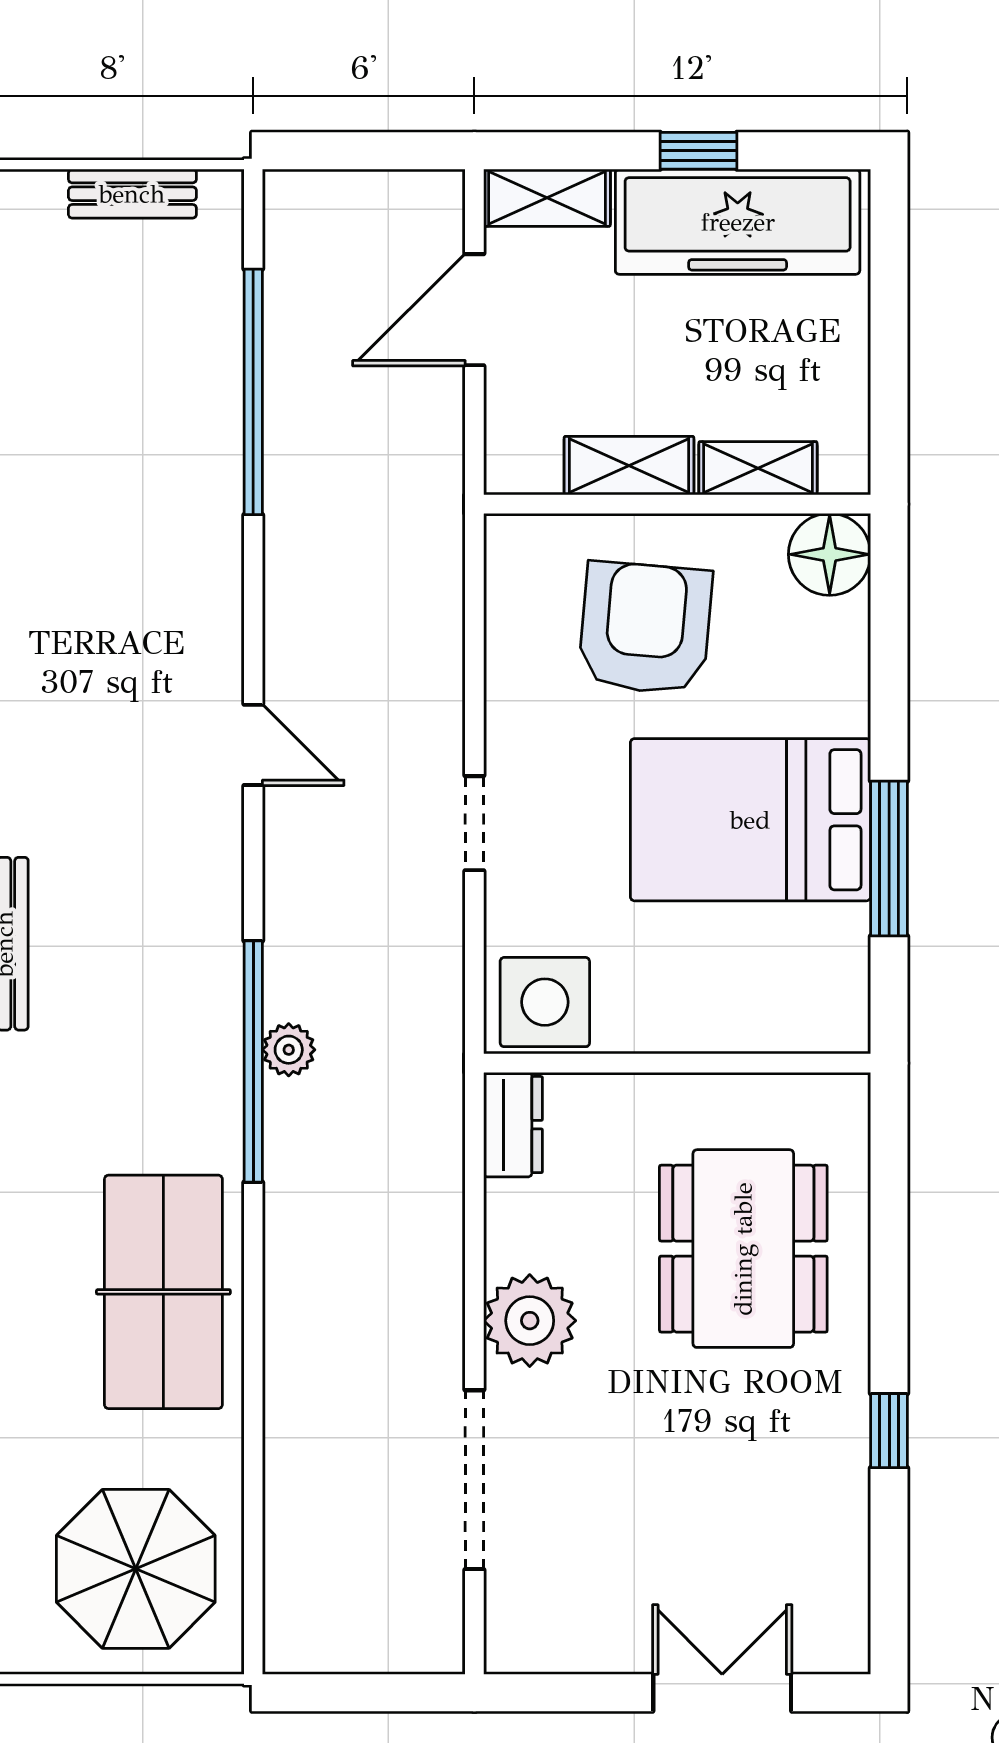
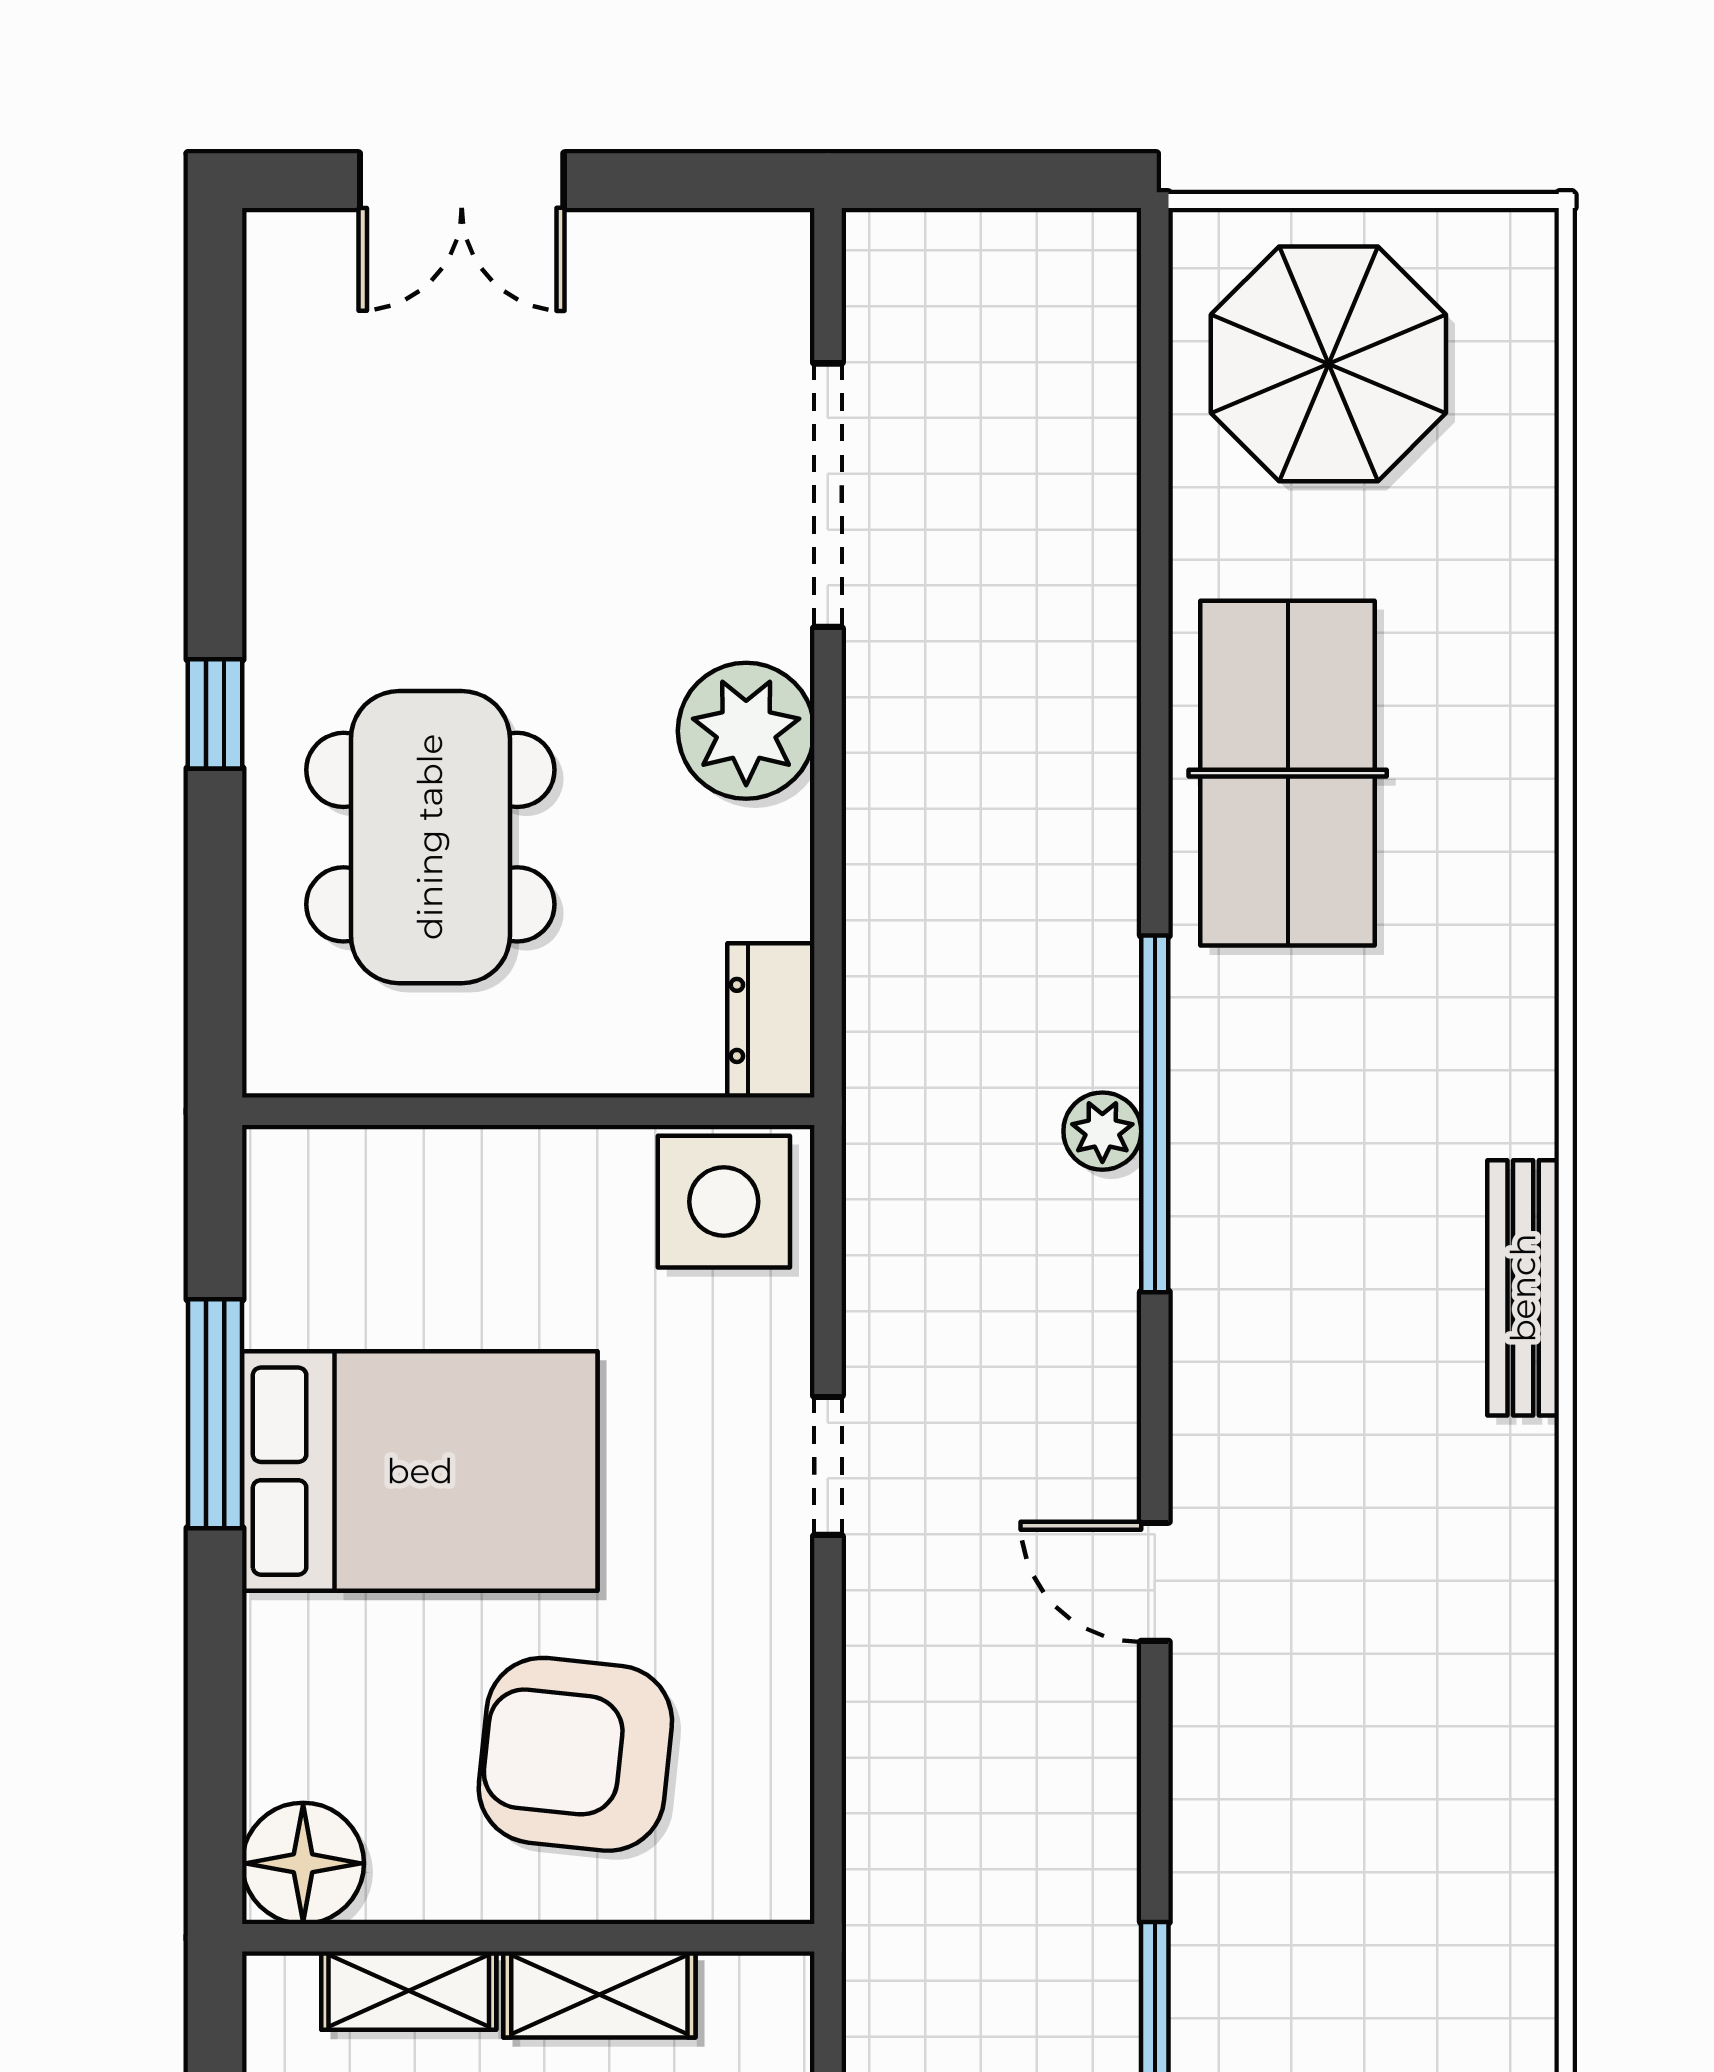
armchair: (645, 628) -> (575, 1754), turned 91
window: (889, 1431) -> (215, 714), moved

